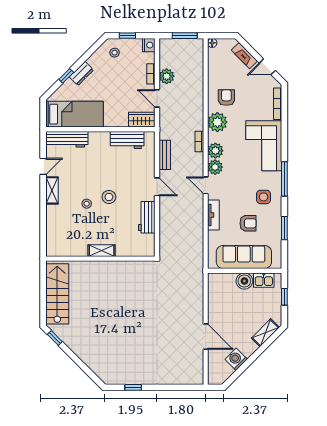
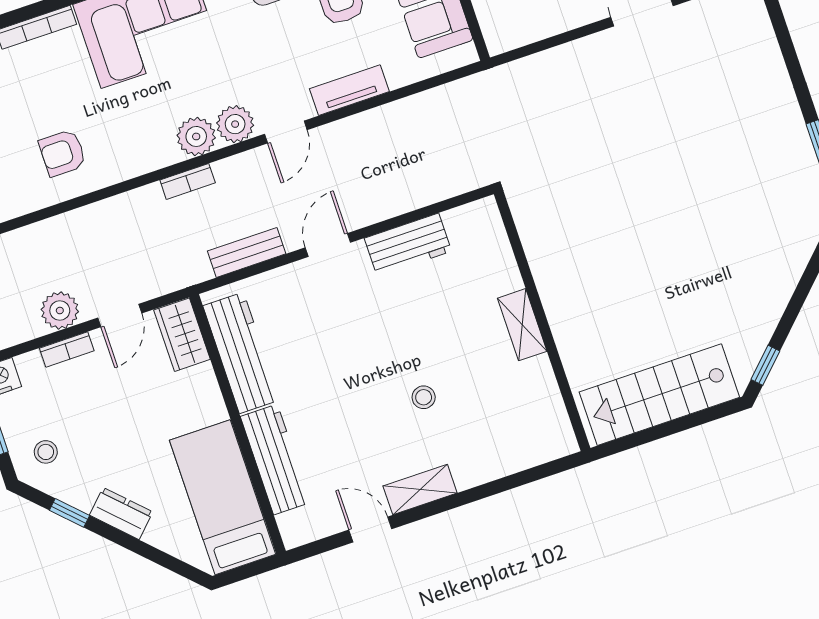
window: (66, 76) -> (70, 513), moved
plant: (217, 122) -> (128, 155), removed
workbench: (67, 139) -> (275, 459), moved
workbench: (127, 140) -> (241, 353), width x1.38
stool: (109, 197) -> (390, 350), removed

